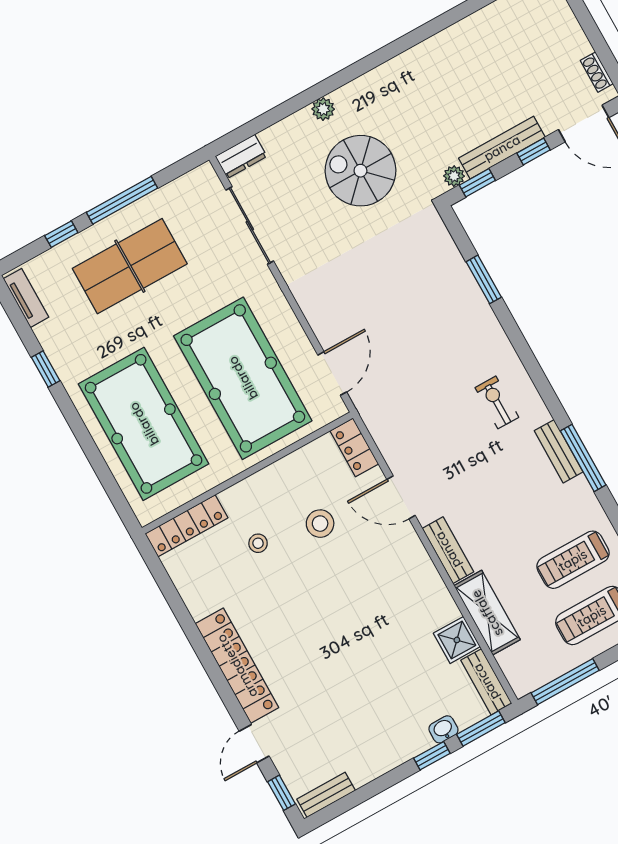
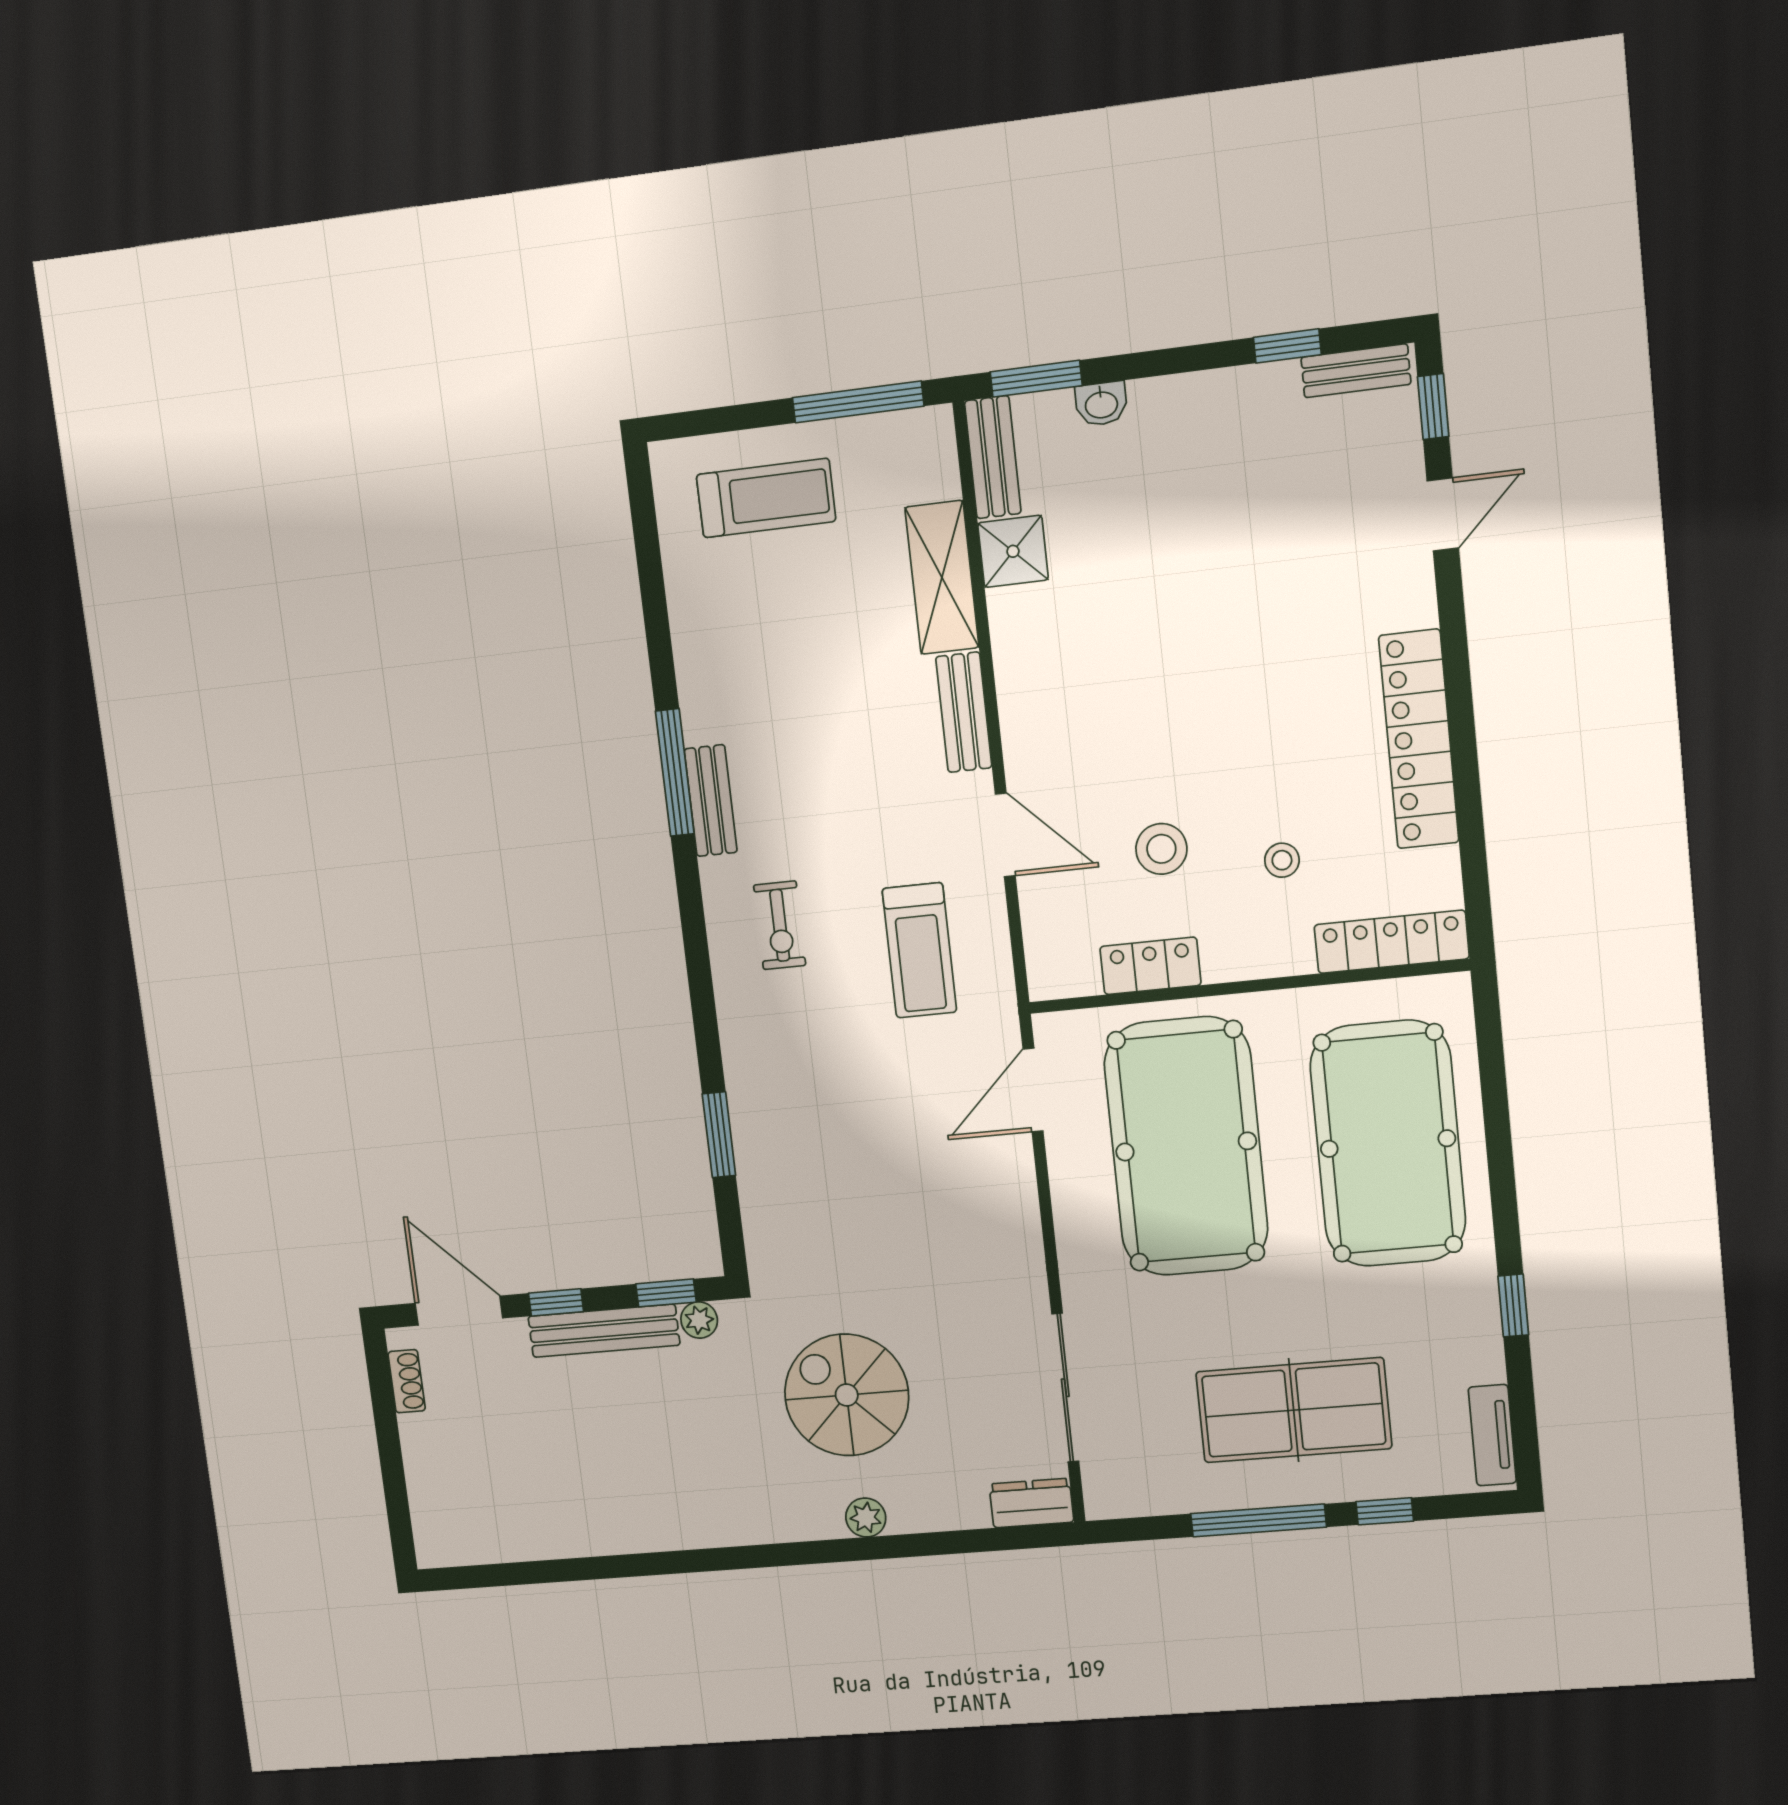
spiral stairs: (360, 171) -> (847, 1395), turned 180
locker: (354, 447) -> (1150, 966), moved, turned -90
treadmill: (573, 560) -> (919, 950), moved, turned 90
locker: (237, 666) -> (1419, 739), moved
window: (432, 756) -> (1287, 346), moved

